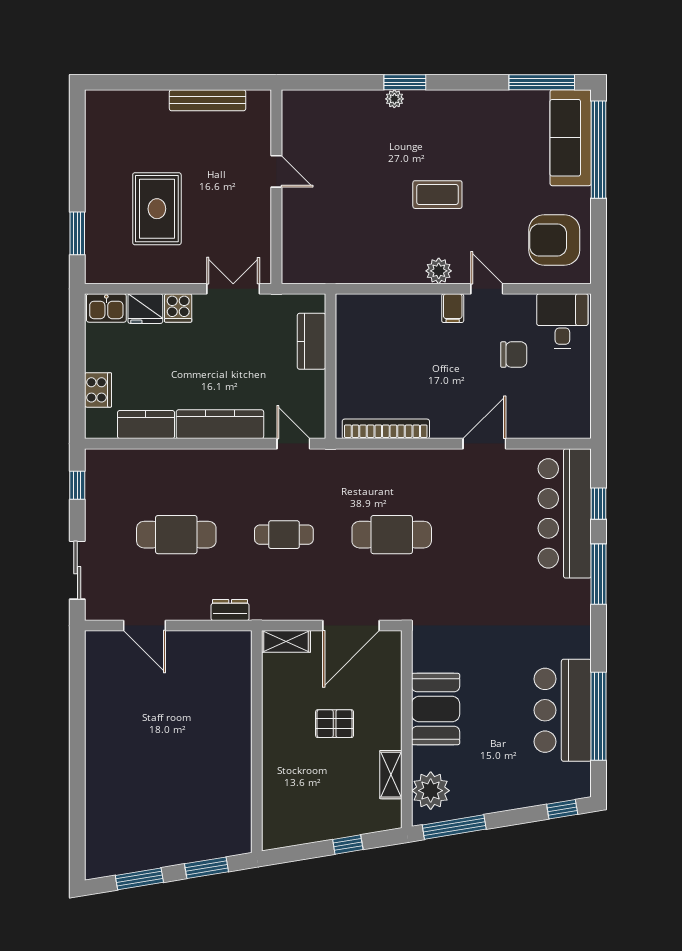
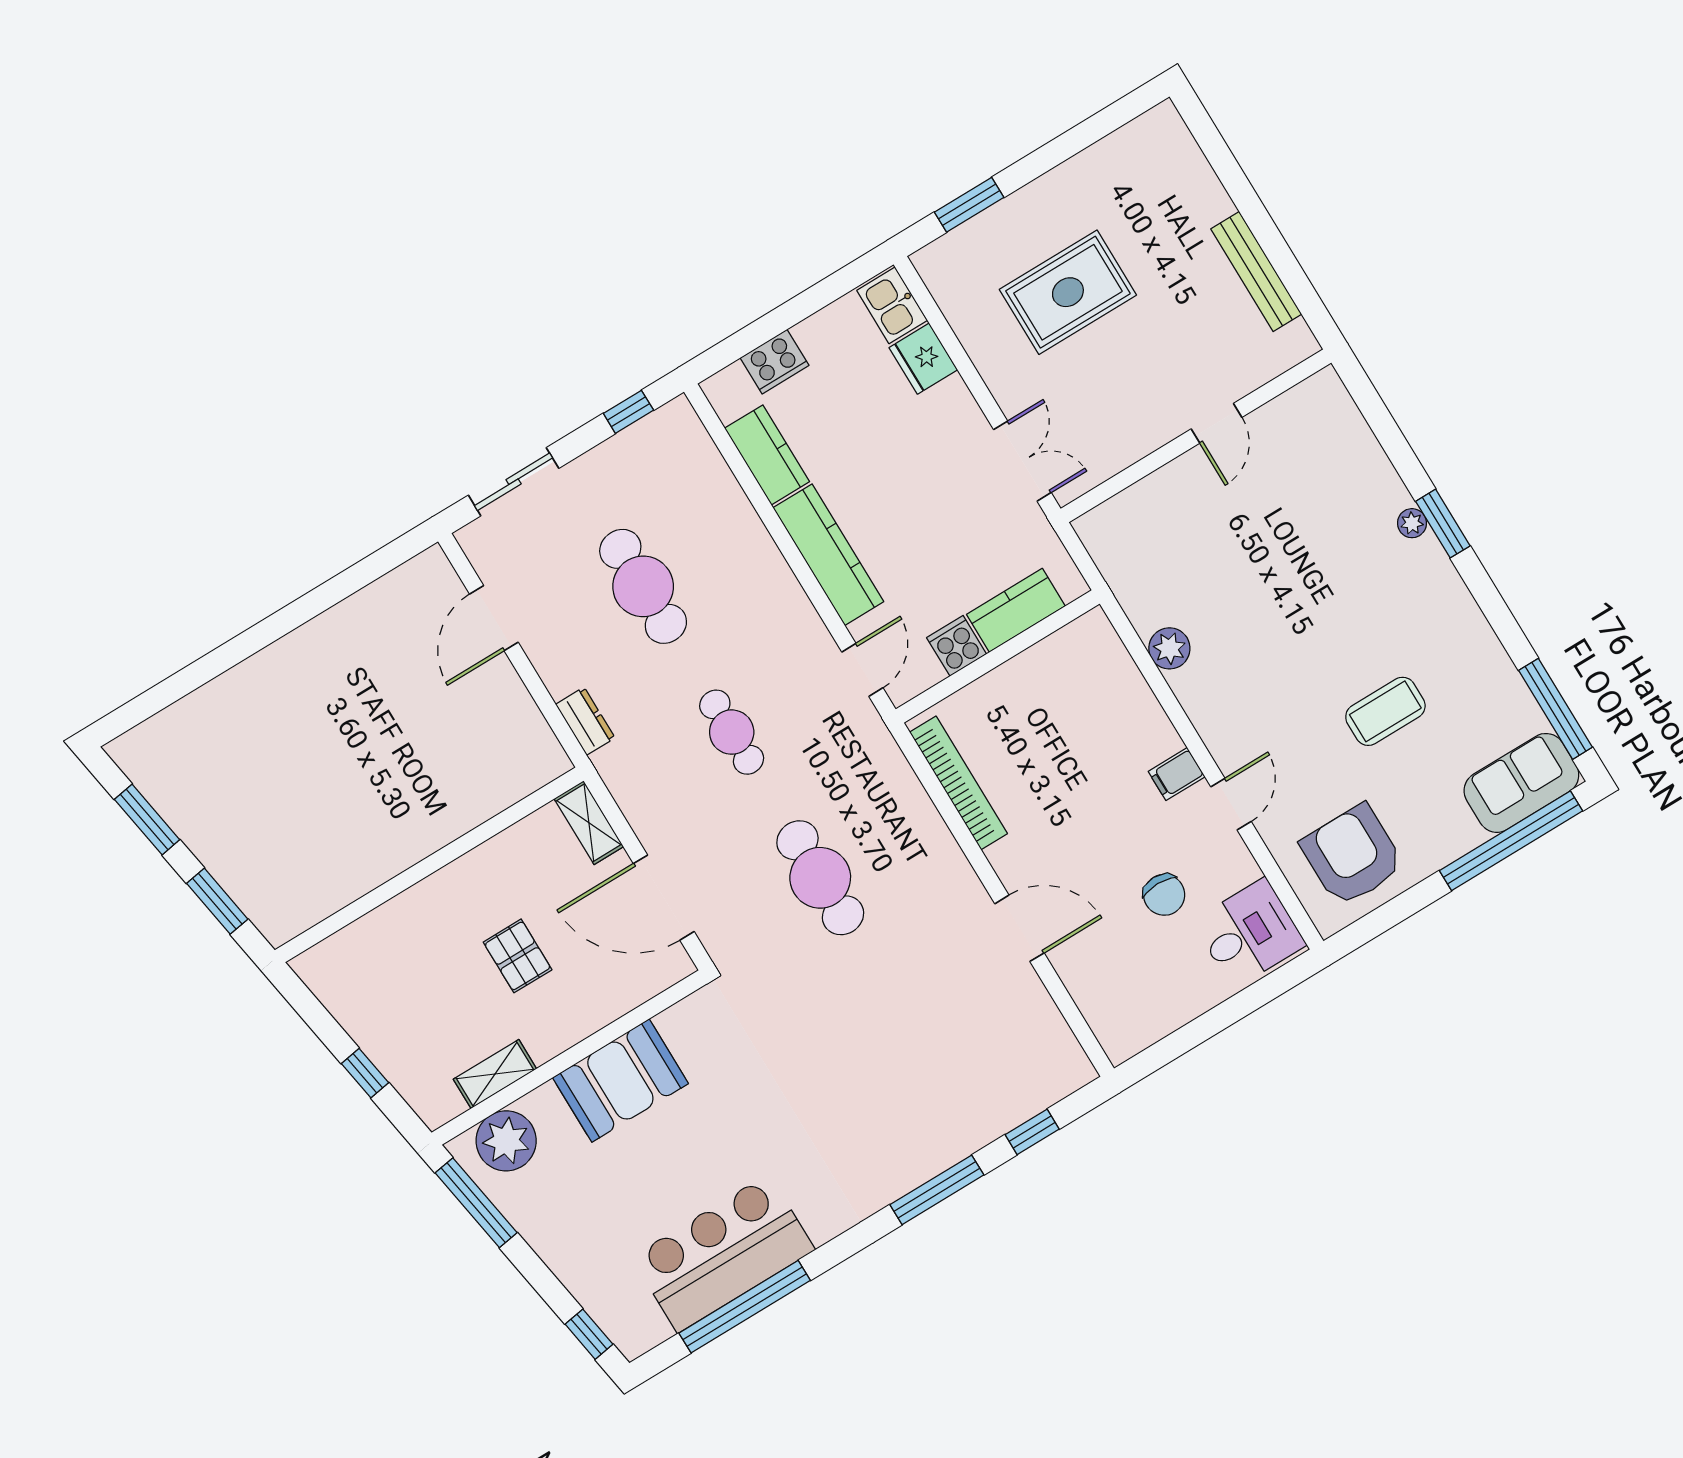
sofa: (571, 138) -> (1521, 783), width x0.73
coffee table: (437, 195) -> (1385, 711), moved, turned 90
plant: (439, 271) -> (1169, 648), moved
cooker: (178, 308) -> (957, 646), moved, turned 90
bar counter: (565, 513) -> (991, 1094), removed

